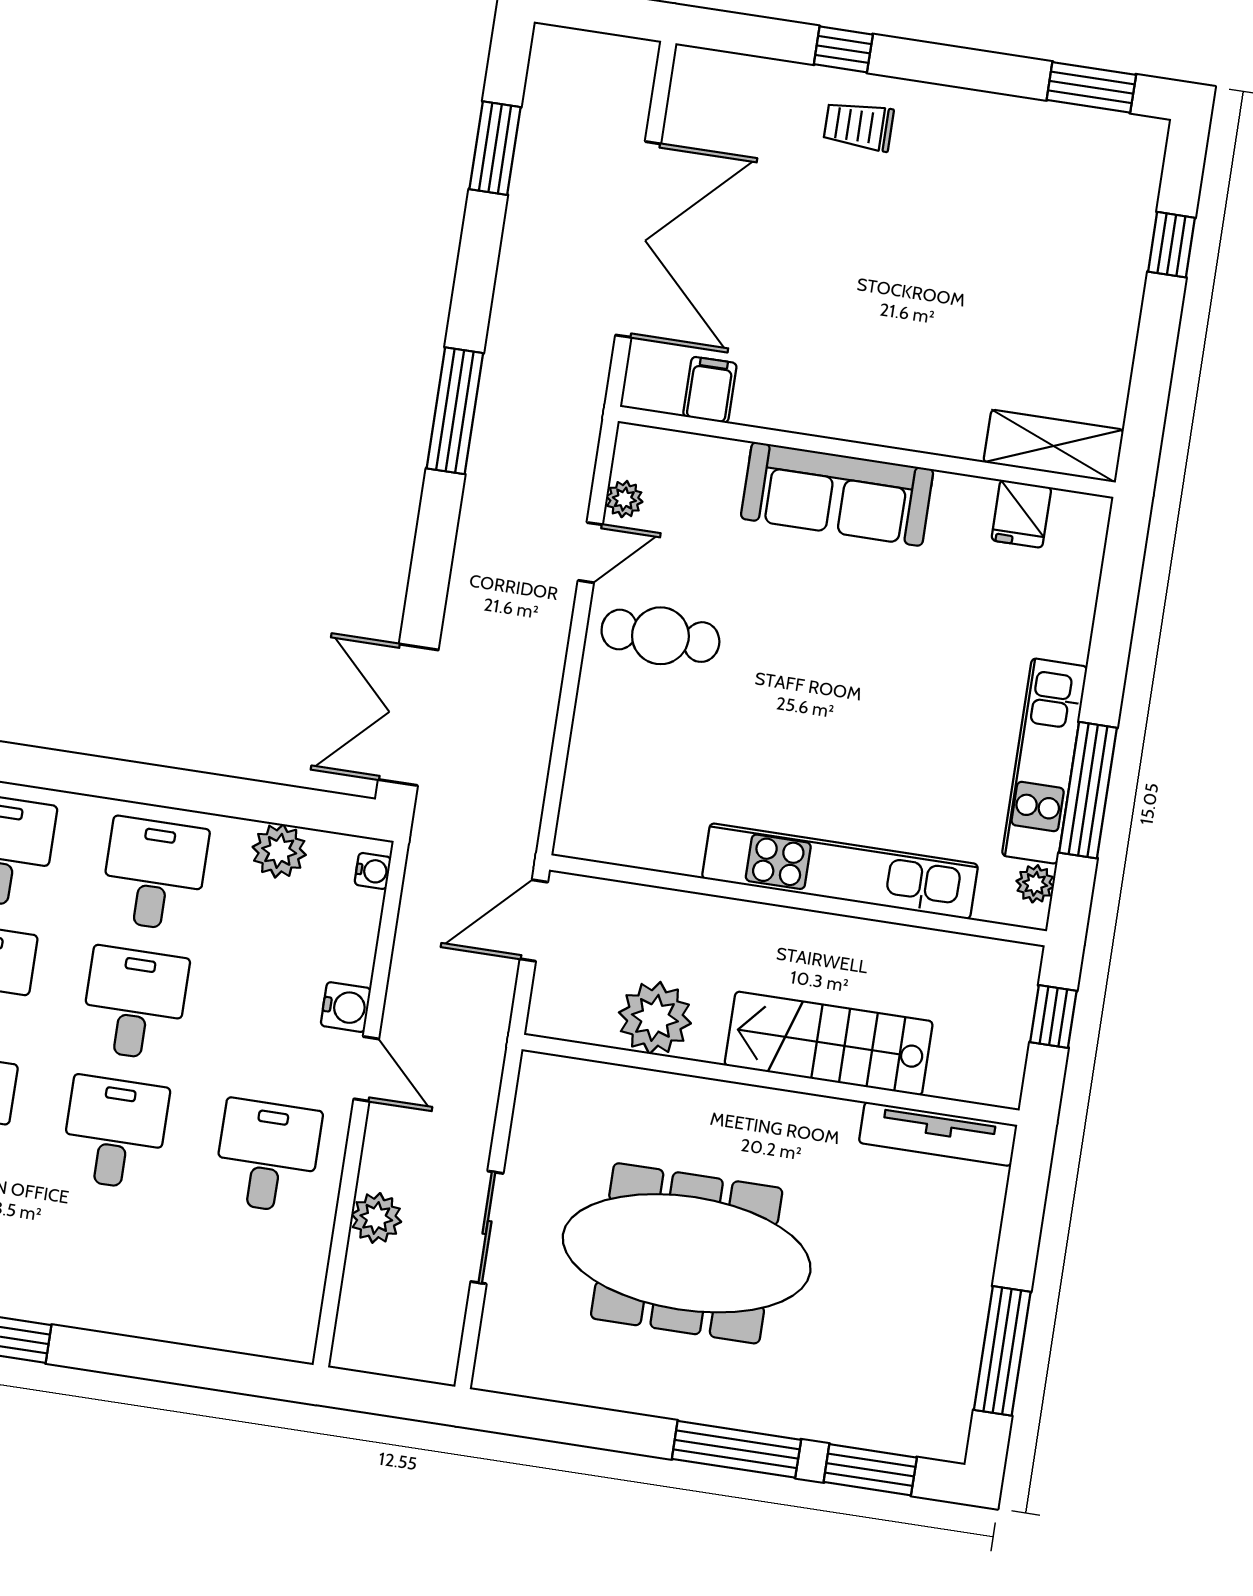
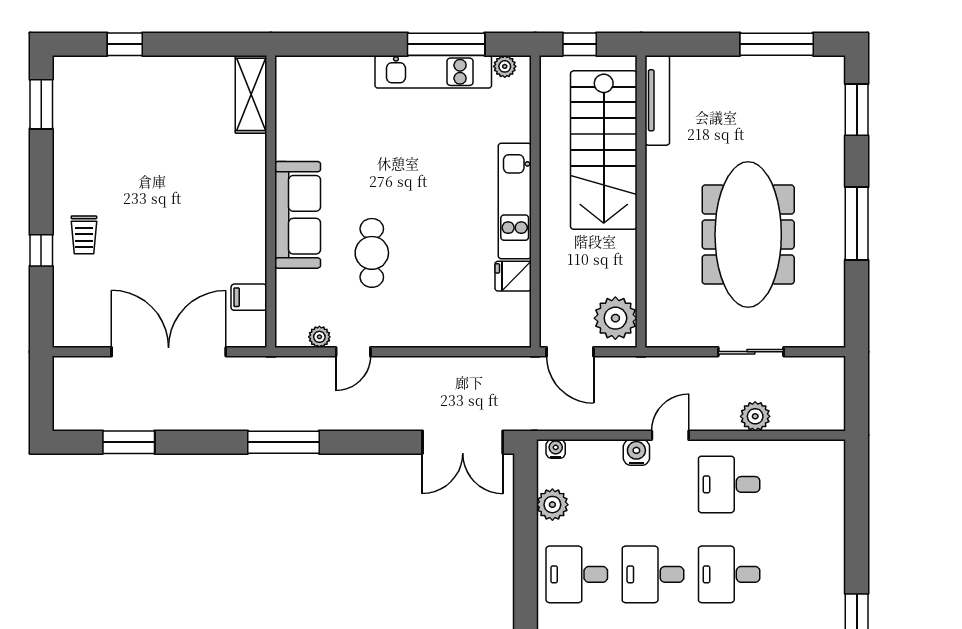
fridge: (1021, 514) -> (513, 276), moved, turned 180
door: (590, 553) -> (353, 352), swing flipped
cafe table: (660, 636) -> (372, 253), moved
kitchen unit: (840, 871) -> (515, 201), width x0.73
plant: (655, 1018) -> (615, 318), moved
stairs: (829, 1043) -> (604, 150), width x1.36, depth x1.51
window: (736, 1449) -> (857, 224), moved

